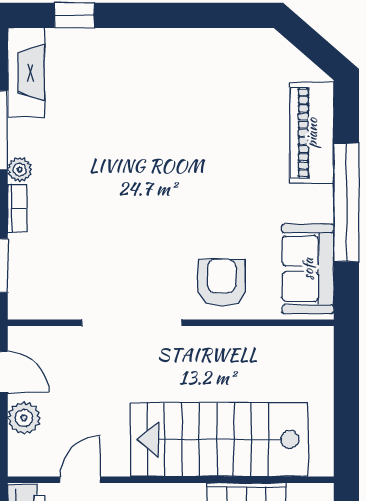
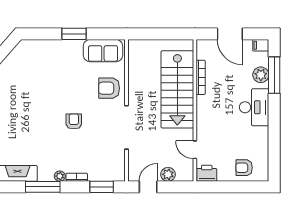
piano: (312, 133) -> (44, 49), removed
armchair: (145, 202) -> (74, 121), added
window: (346, 202) -> (74, 34), width x0.47

